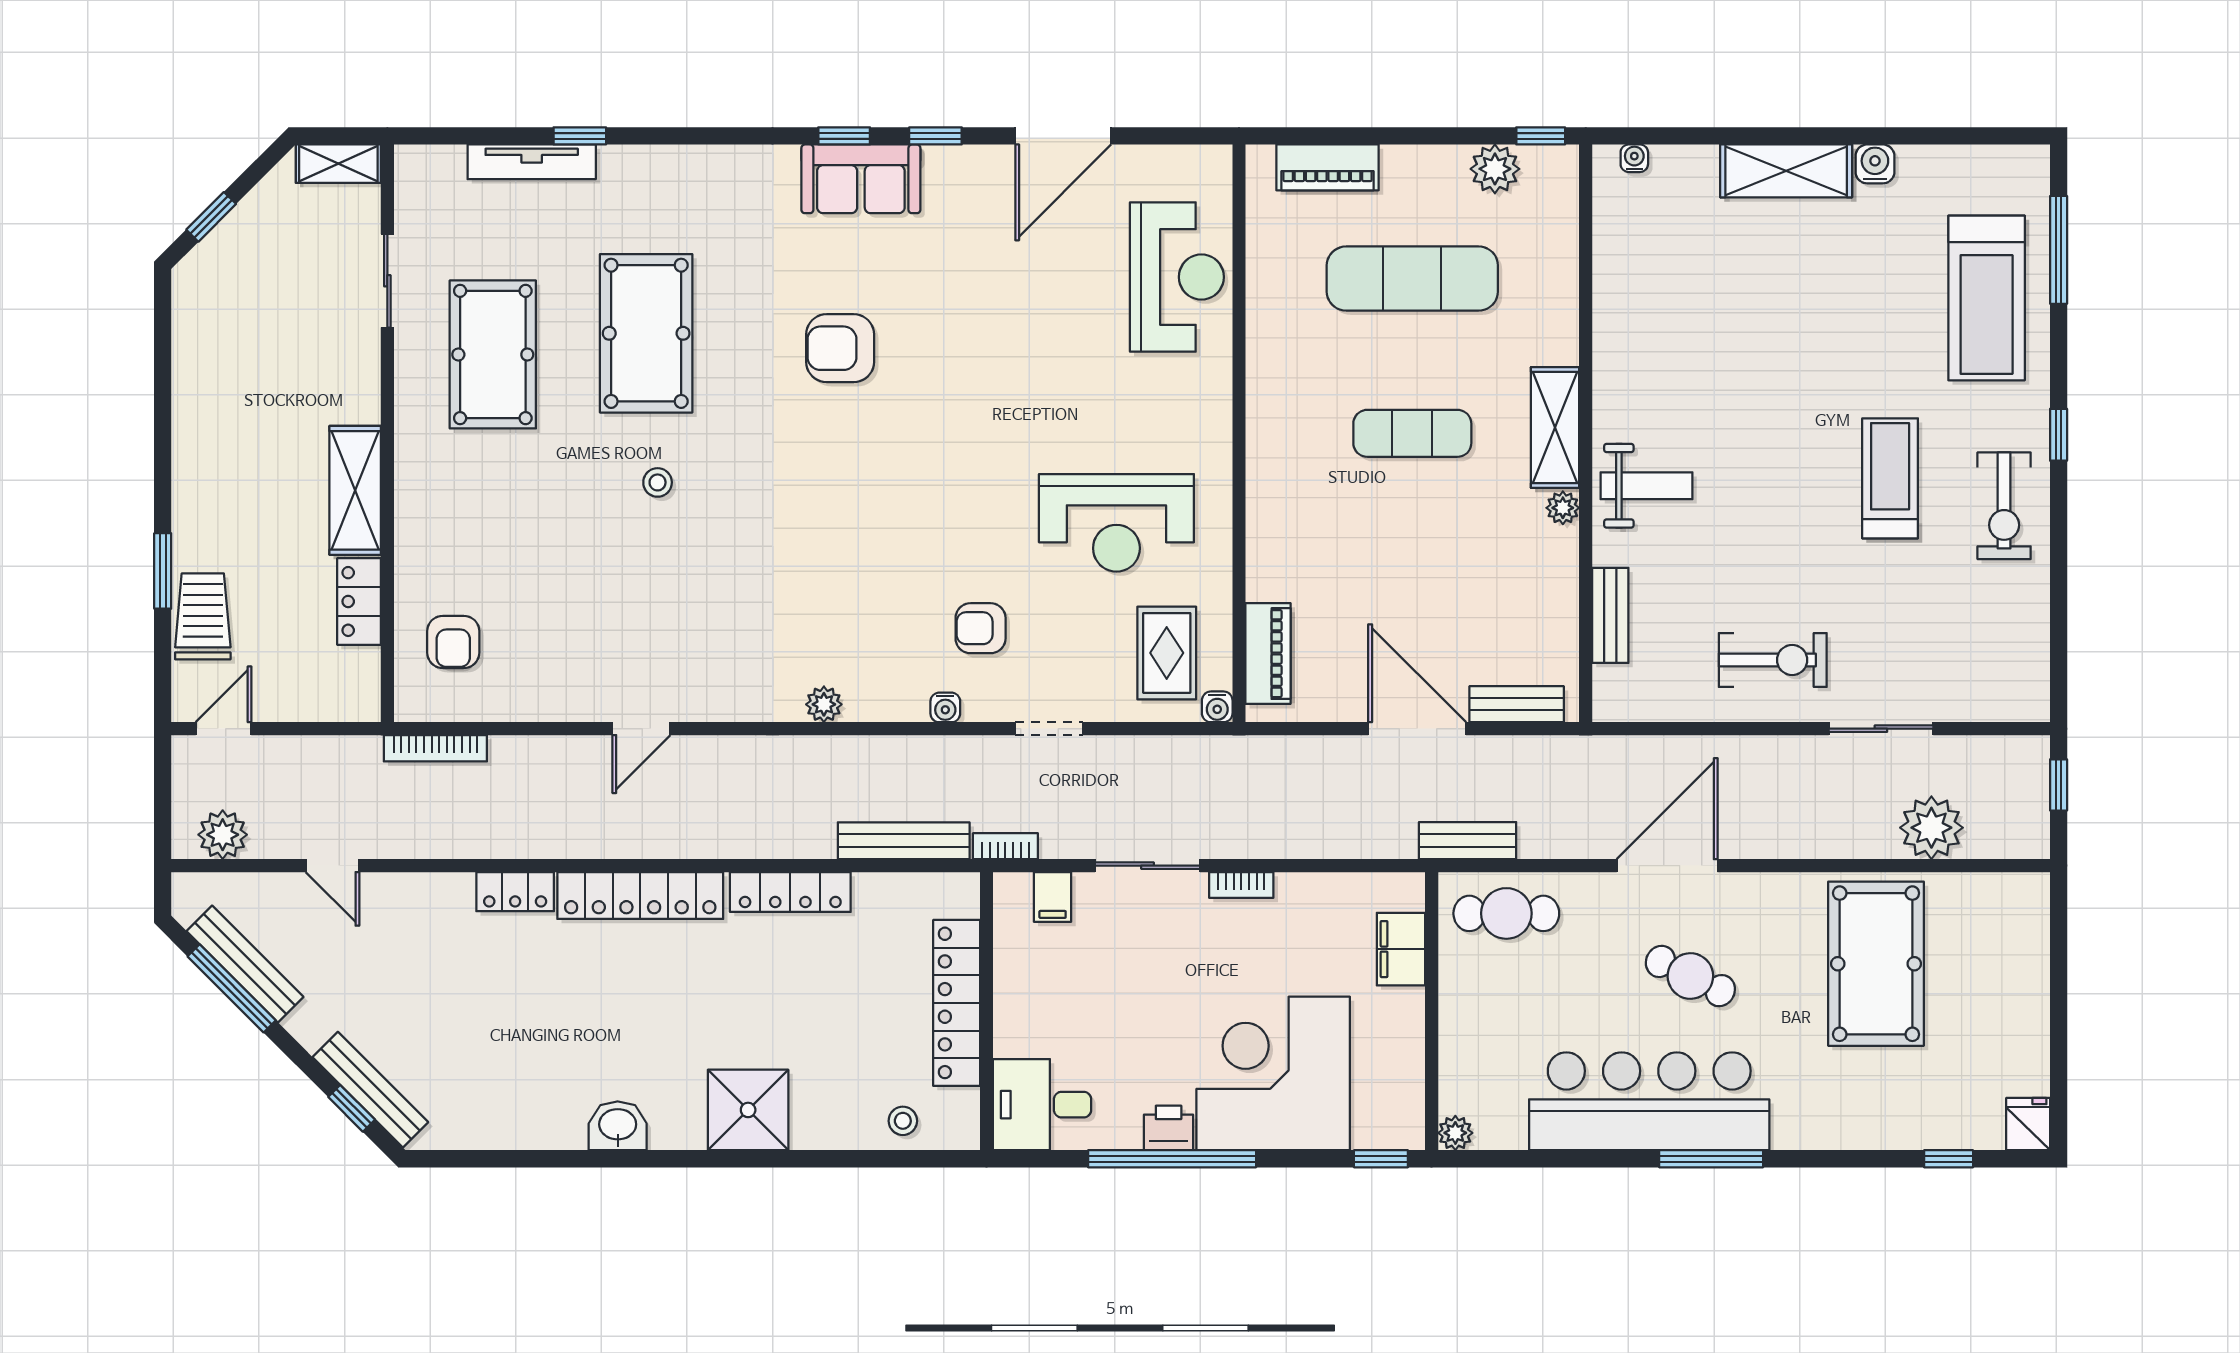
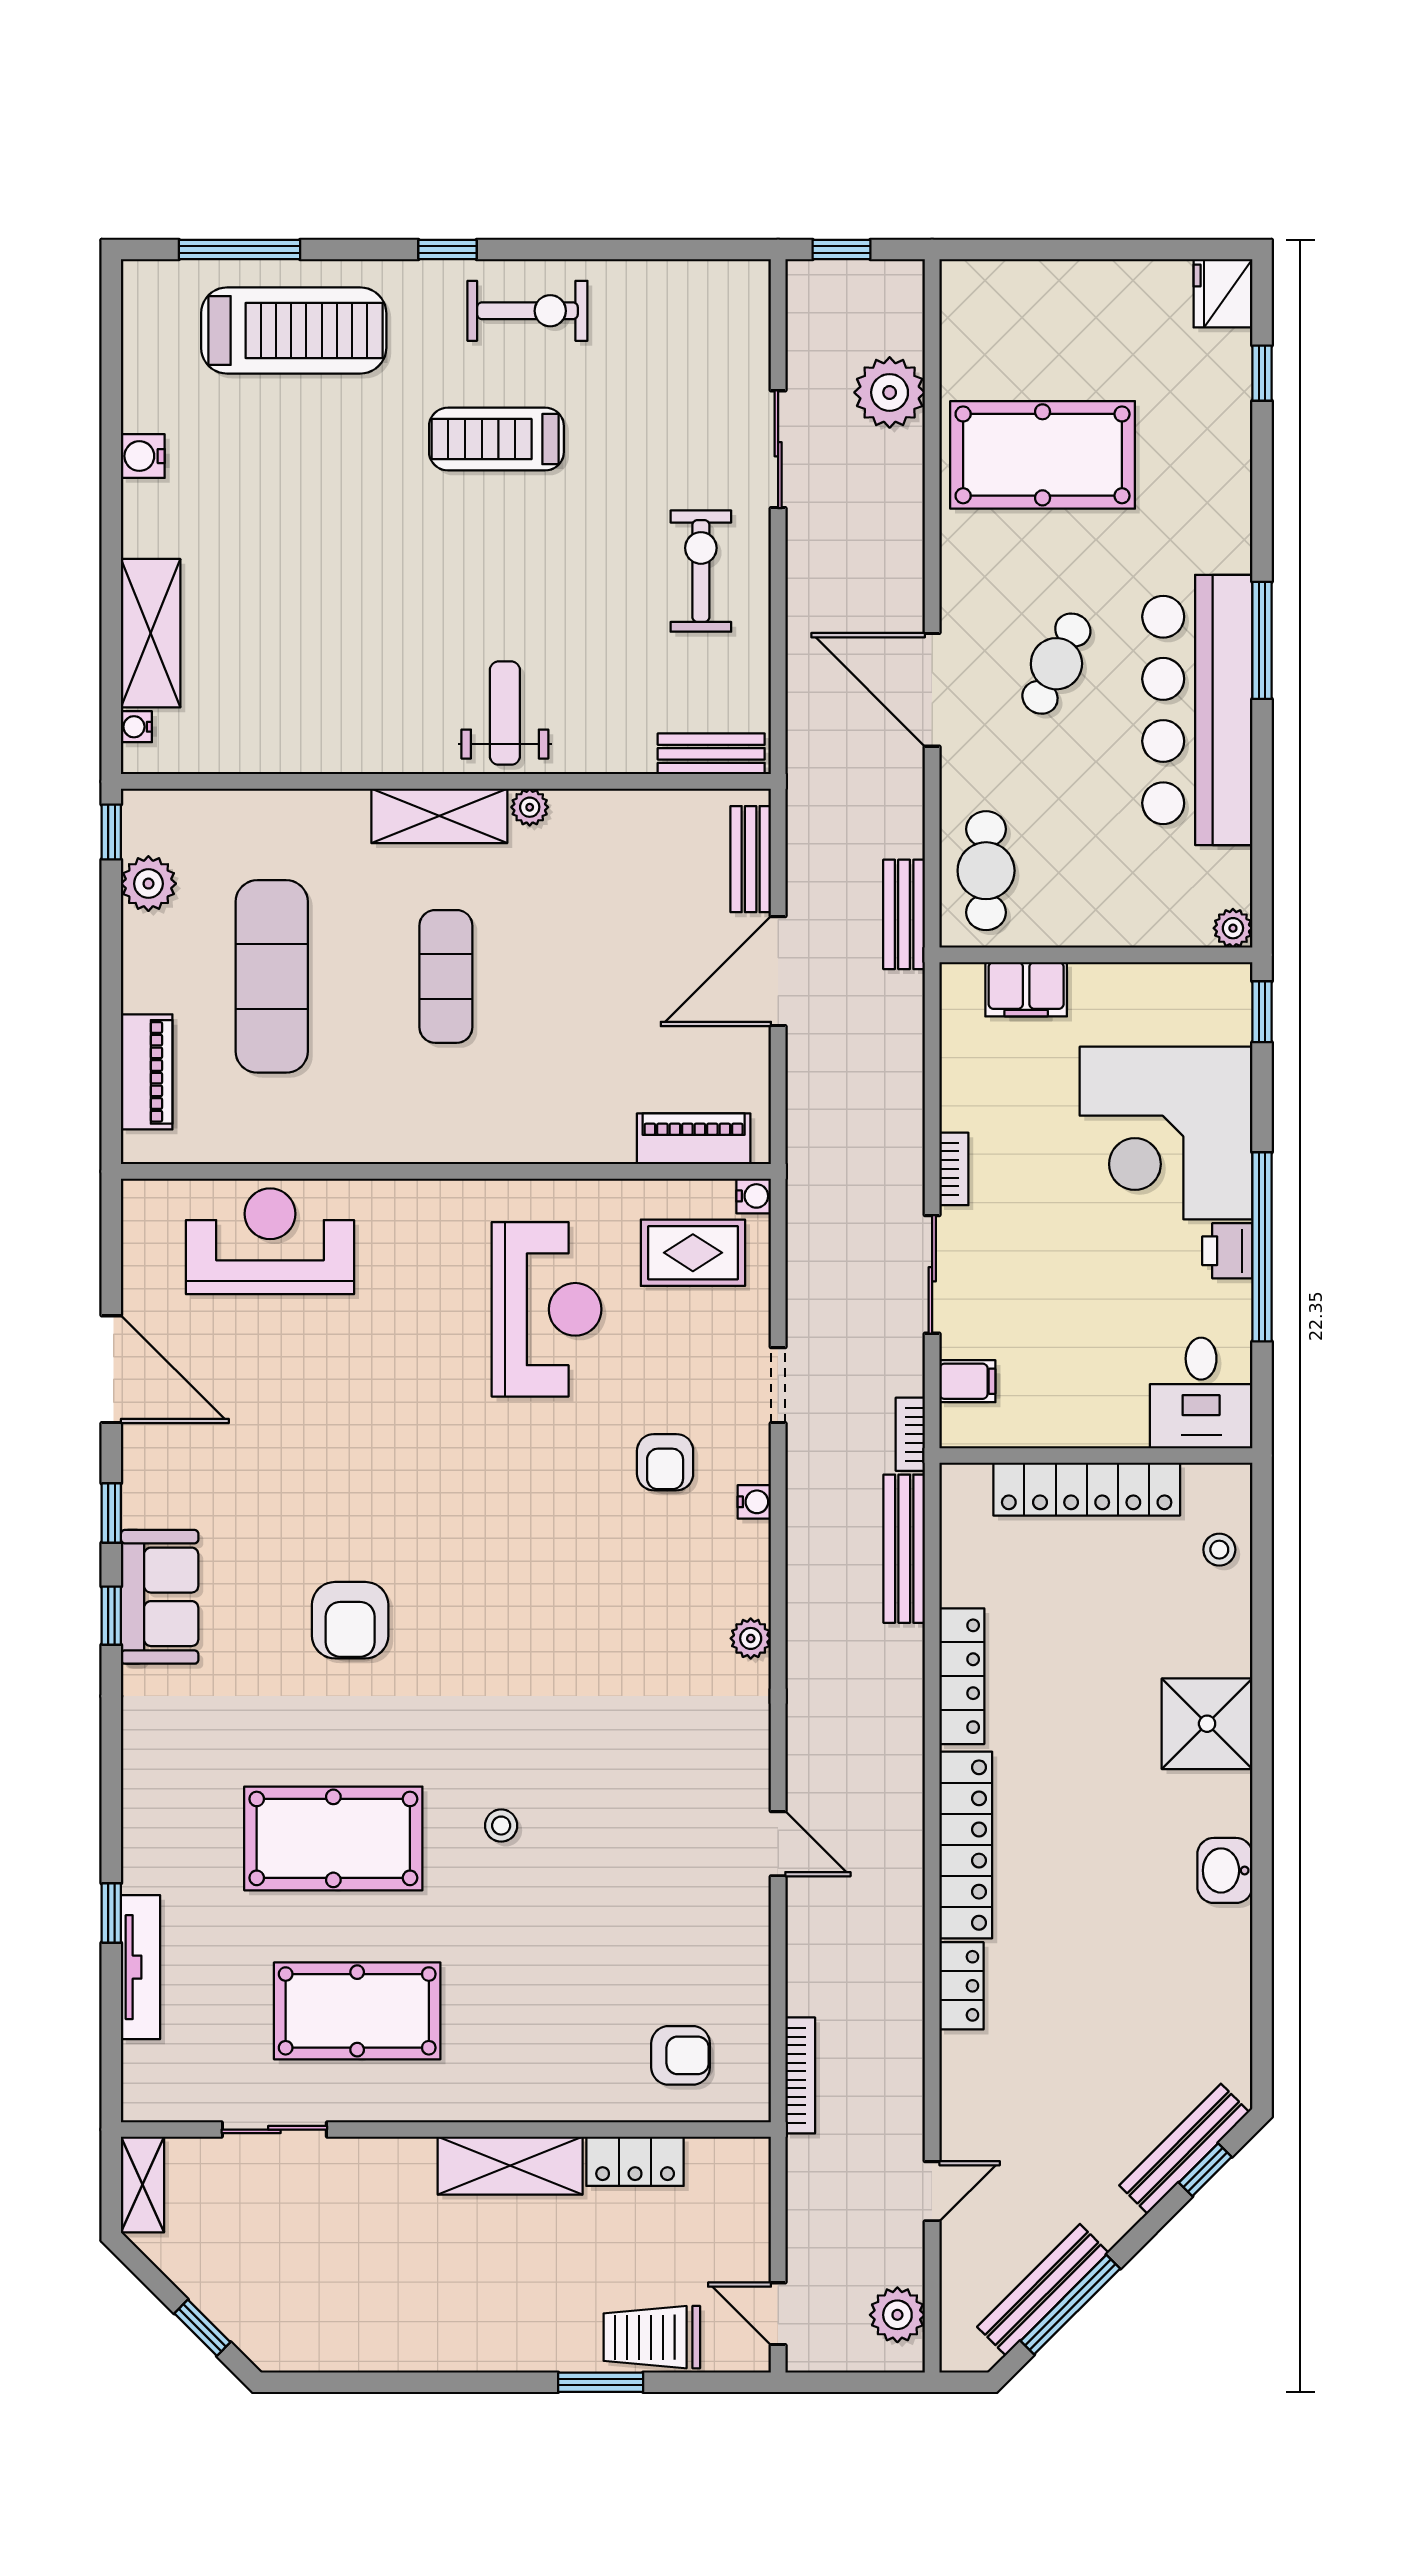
shelving: (1786, 171) -> (151, 633), moved
bench: (1610, 615) -> (711, 754), moved
fridge: (2028, 1124) -> (1223, 293), width x1.38

